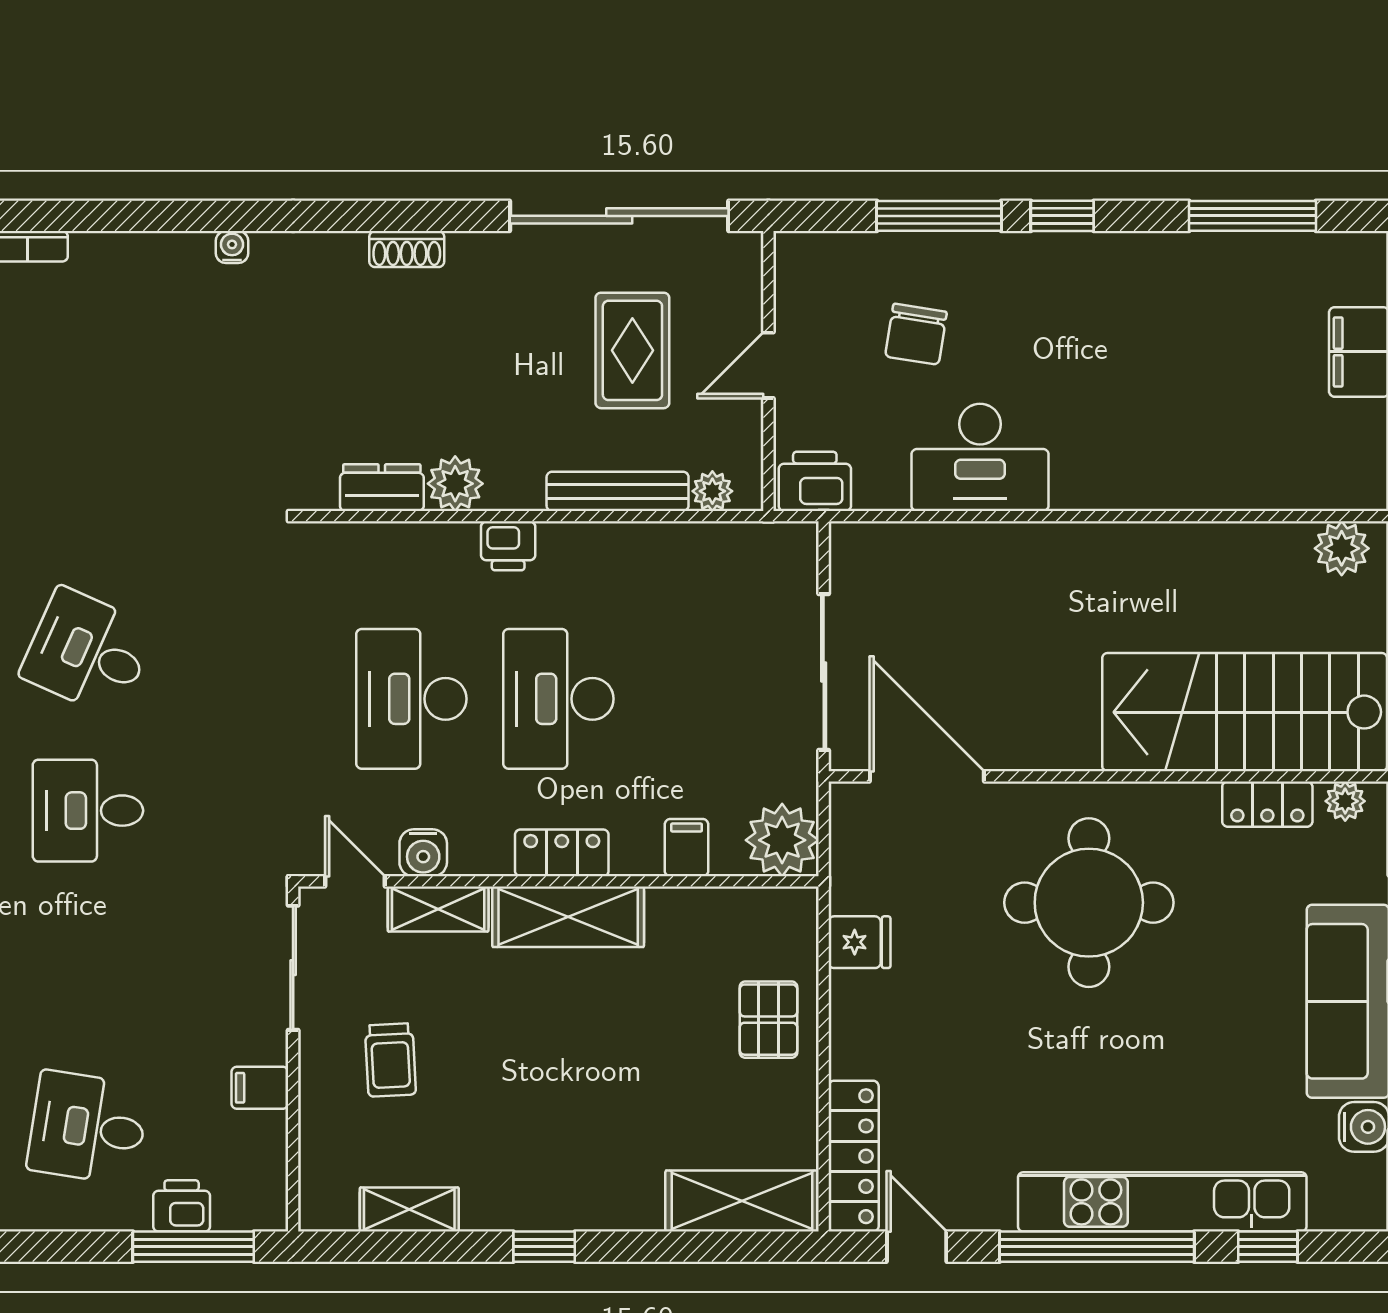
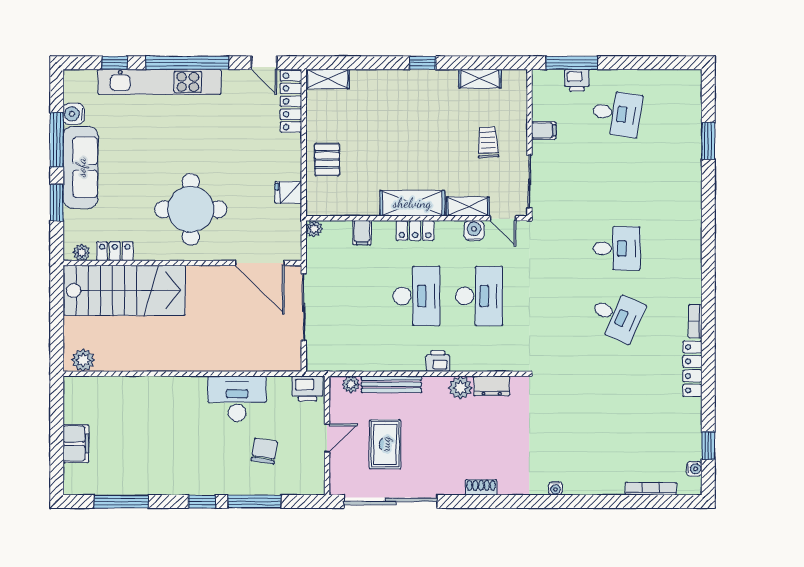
plant: (782, 840) -> (314, 229), width x0.53, depth x0.53
shelving: (742, 1201) -> (328, 79), width x0.67, depth x0.75

